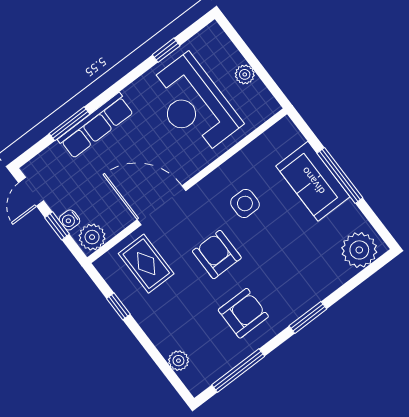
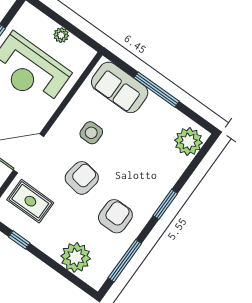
sofa: (313, 181) -> (120, 87), moved
armchair: (217, 255) -> (82, 178), turned 99
plant: (178, 361) -> (76, 257), width x1.87, depth x1.87

